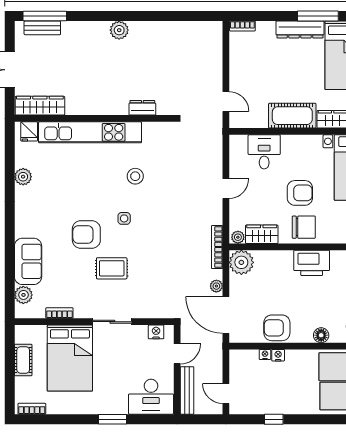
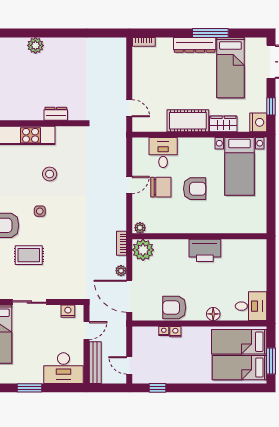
chair: (304, 227) -> (161, 187), moved
wardrobe: (262, 234) -> (161, 225), removed
bookcase: (217, 247) -> (122, 243), width x0.64
window: (274, 419) -> (158, 388), moved

